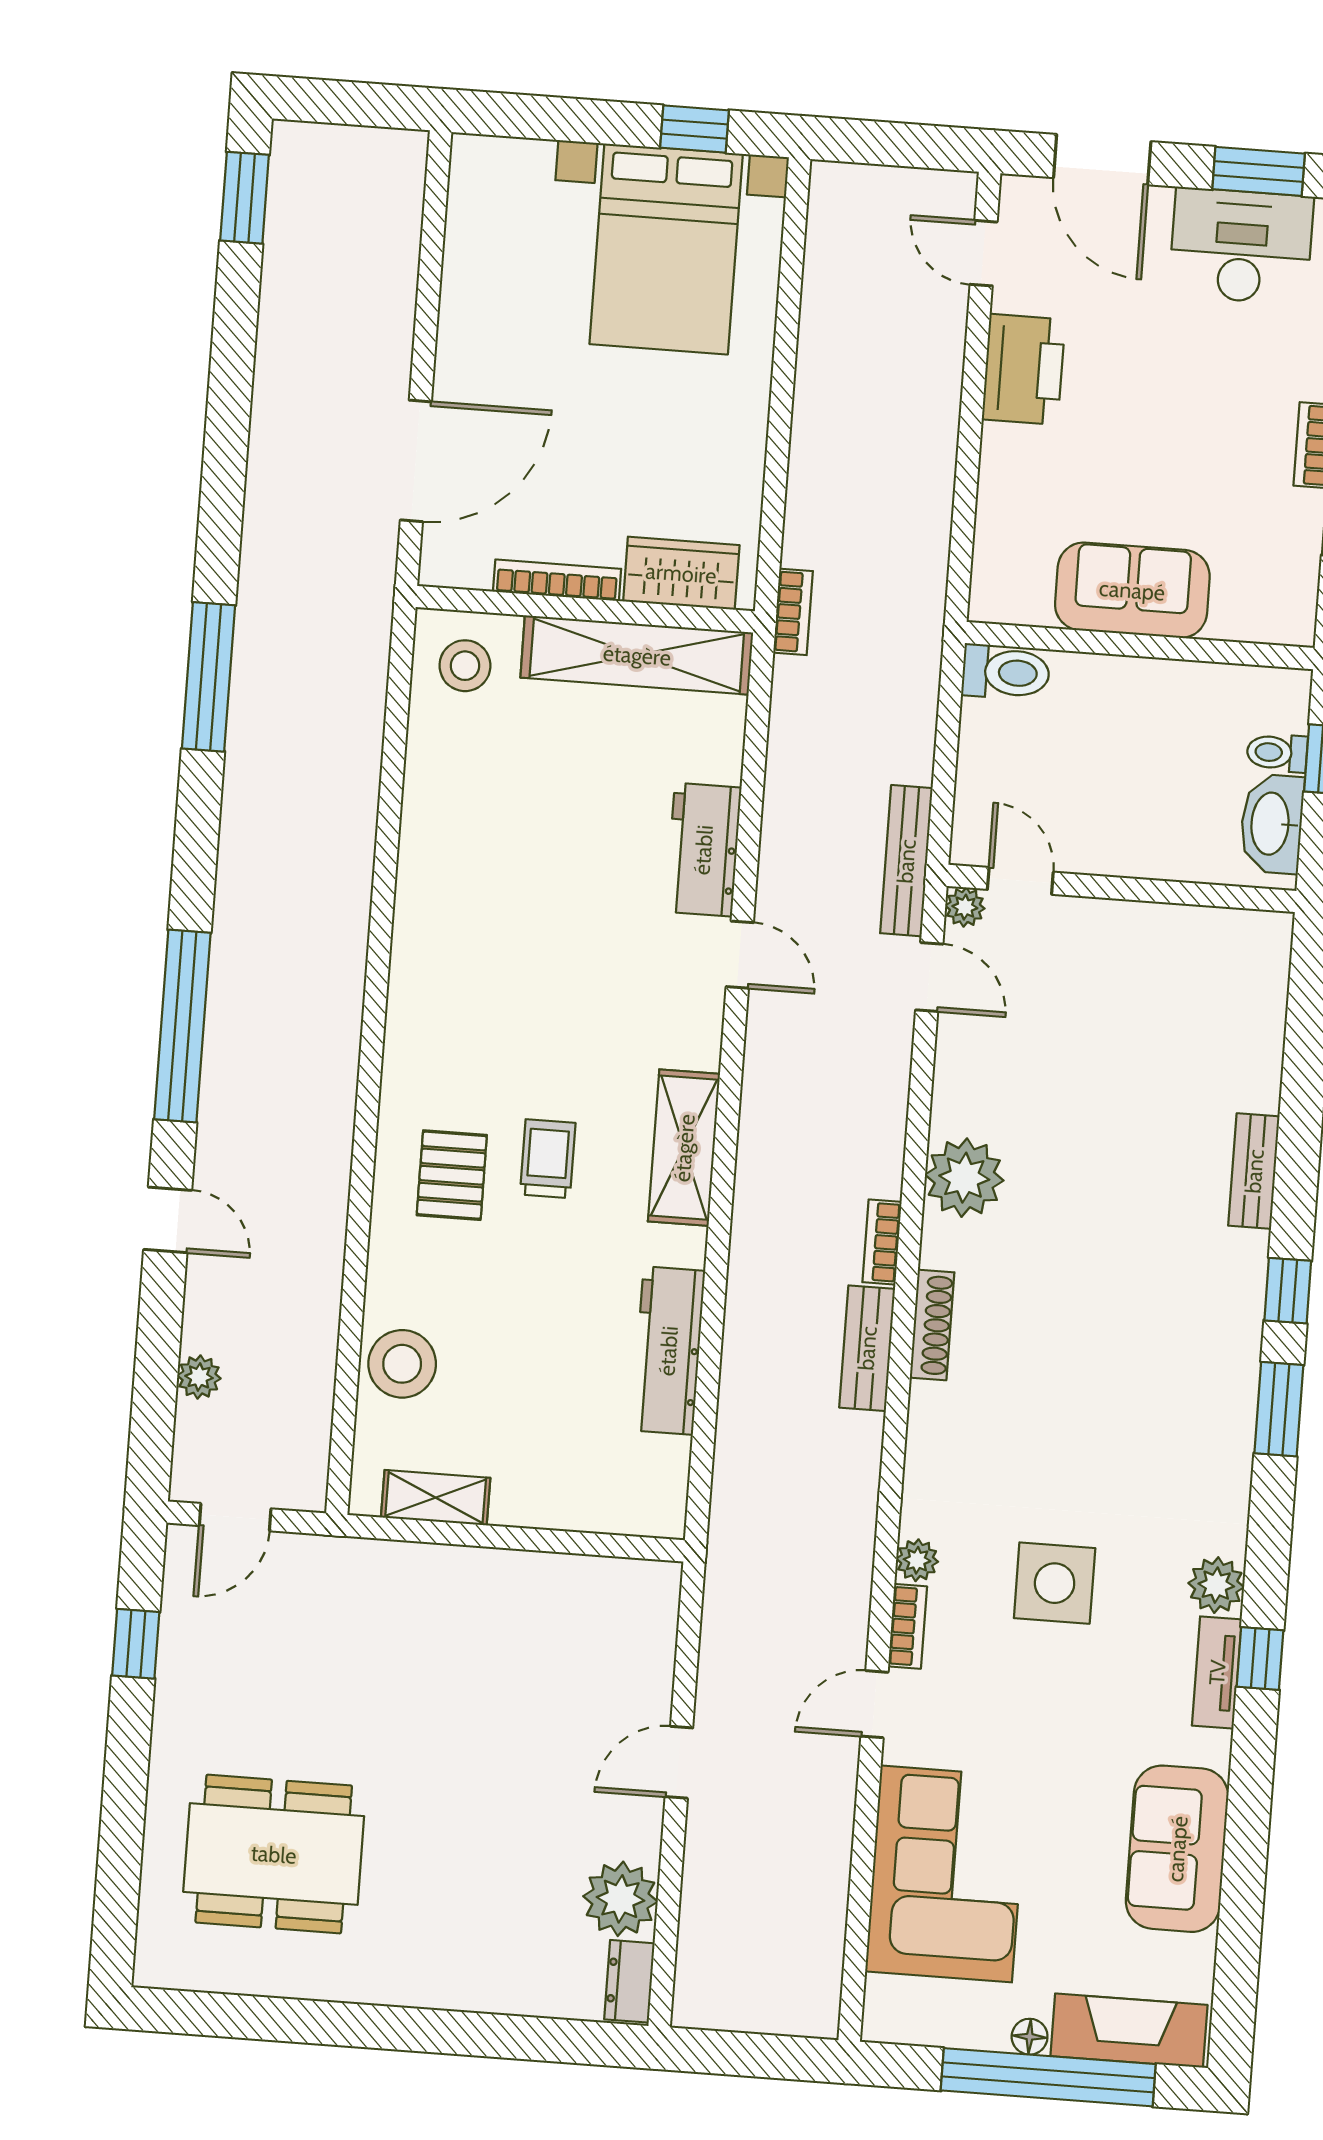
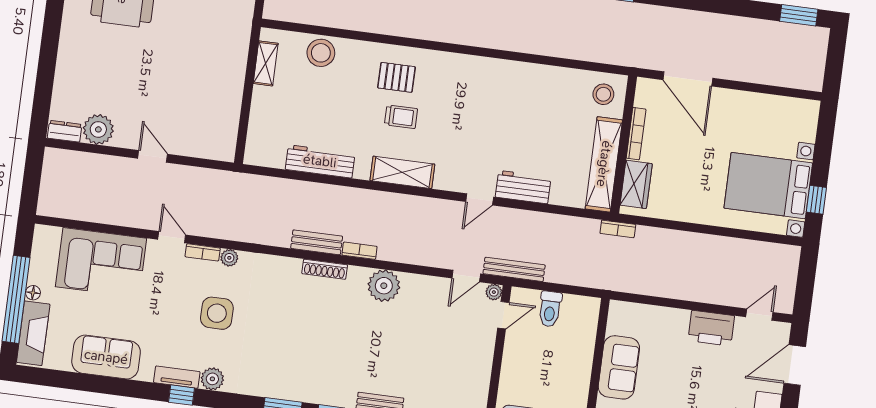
toilet: (1006, 672) -> (550, 309), moved

